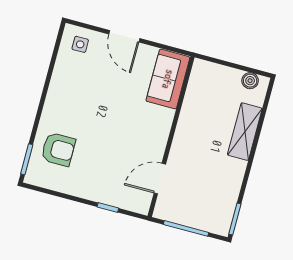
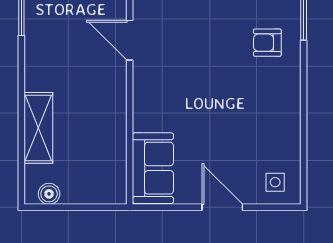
armchair: (58, 149) -> (267, 43), width x0.72, depth x0.72
door: (160, 179) -> (130, 40), swing flipped

